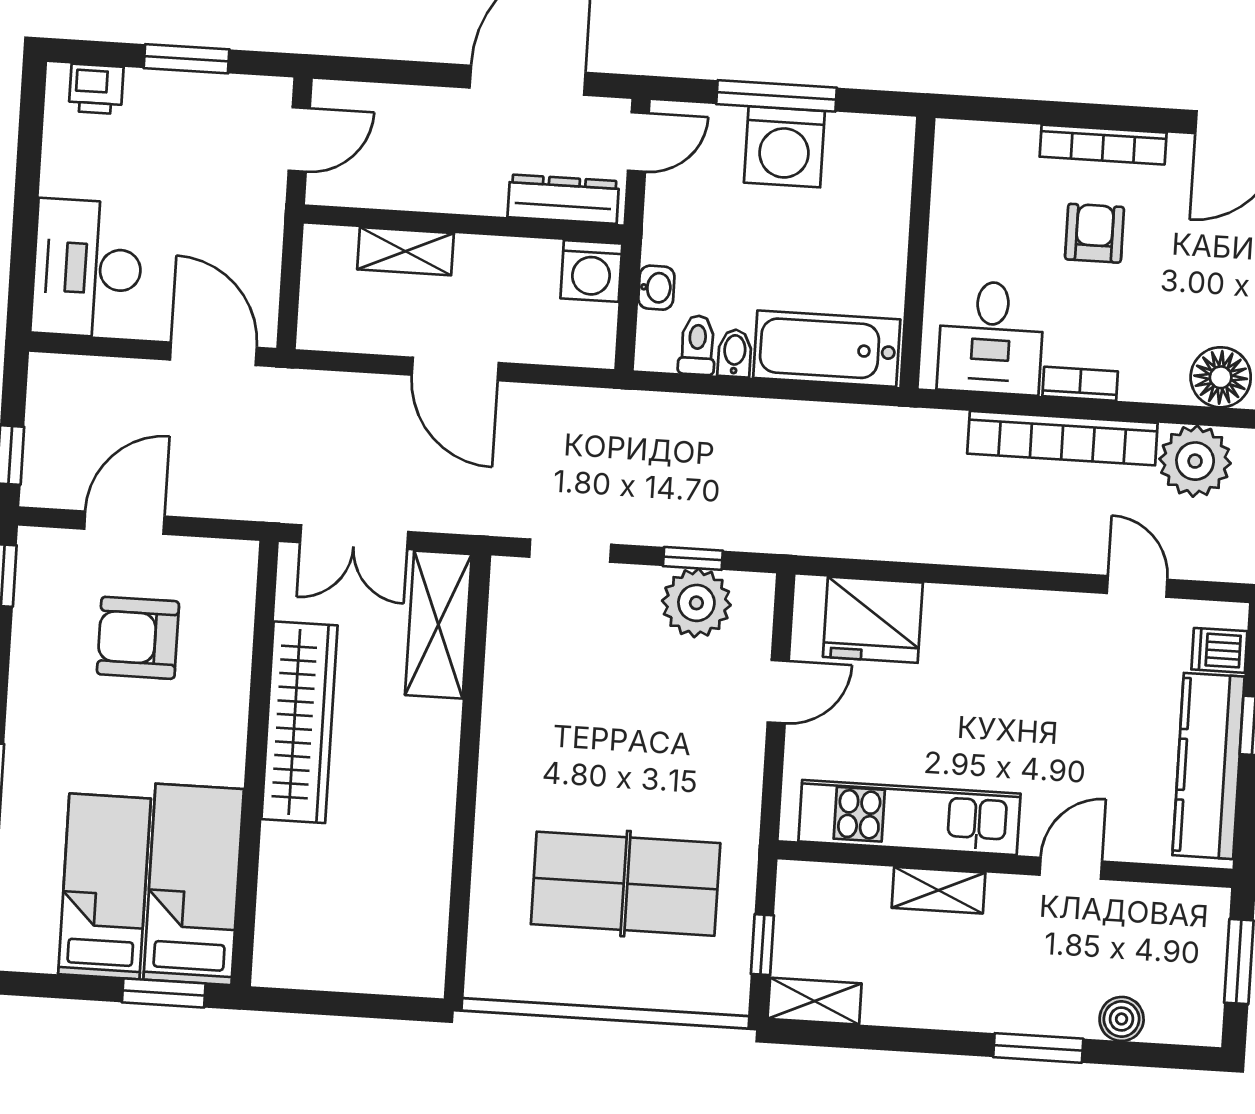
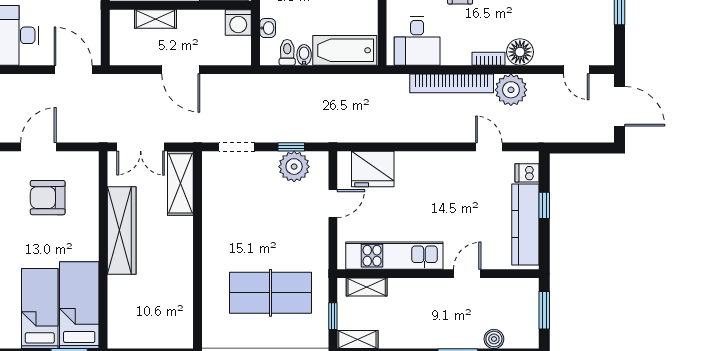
bookcase: (1080, 384) -> (489, 59), moved
shelving: (938, 890) -> (367, 287), moved

